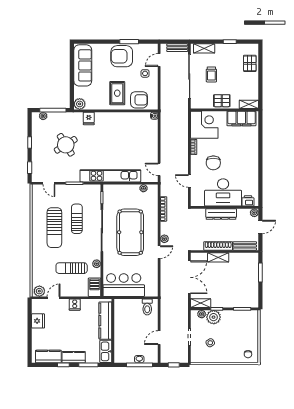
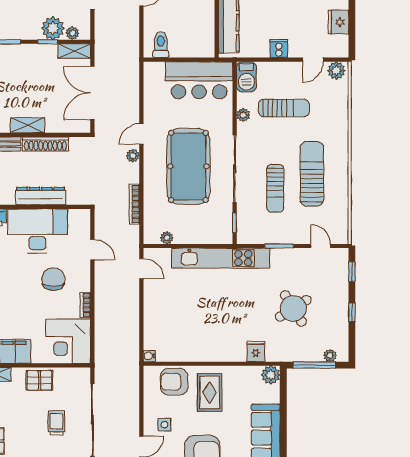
shelving: (218, 257) -> (28, 125), moved

